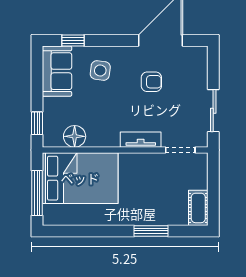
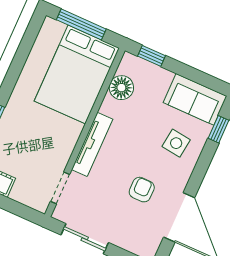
armchair: (151, 82) -> (142, 190), turned 180
tv unit: (141, 140) -> (92, 144), width x1.41

